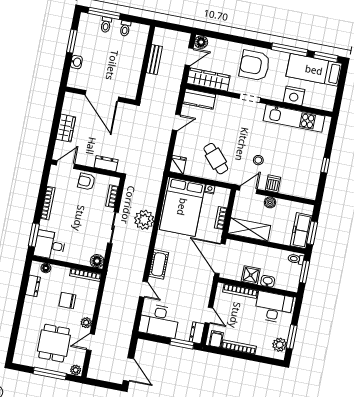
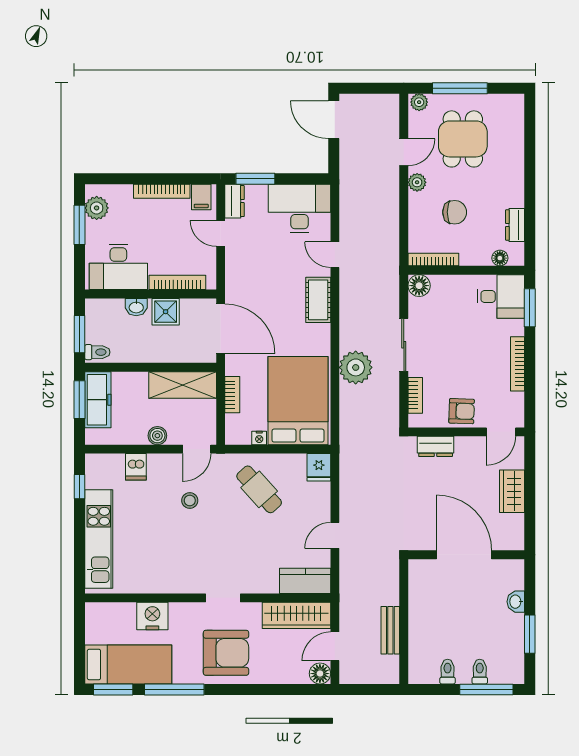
kitchen unit: (294, 118) -> (99, 539), moved, turned 90
window: (325, 165) -> (79, 487), moved
dishwasher: (273, 184) -> (136, 467), moved

